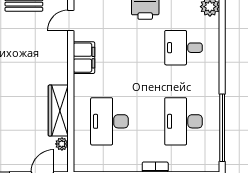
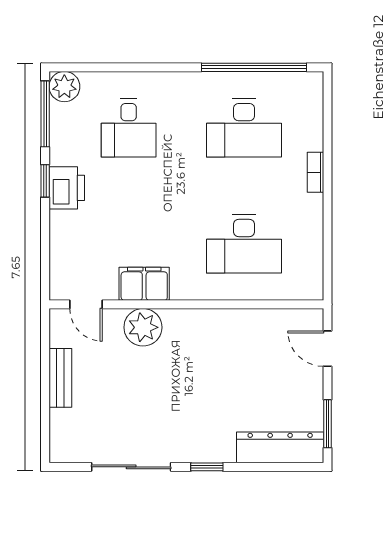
wardrobe: (58, 111) -> (227, 324), removed
plant: (62, 144) -> (143, 327), moved, width x1.88, depth x1.88

